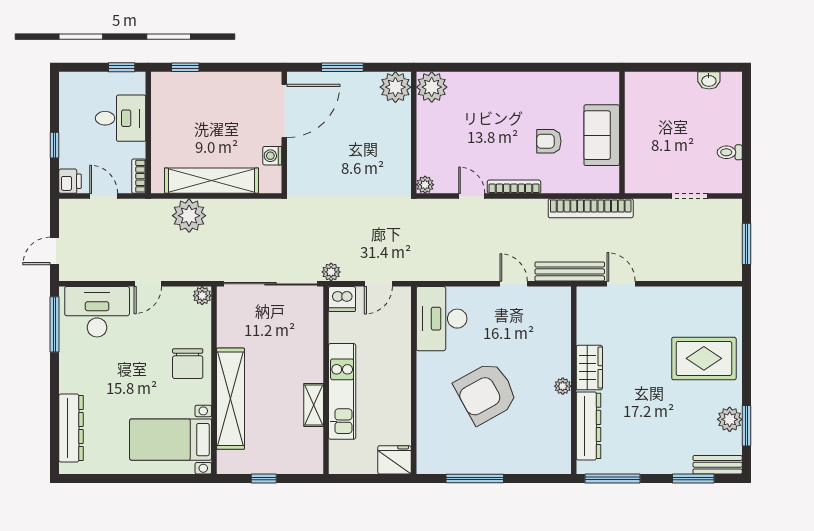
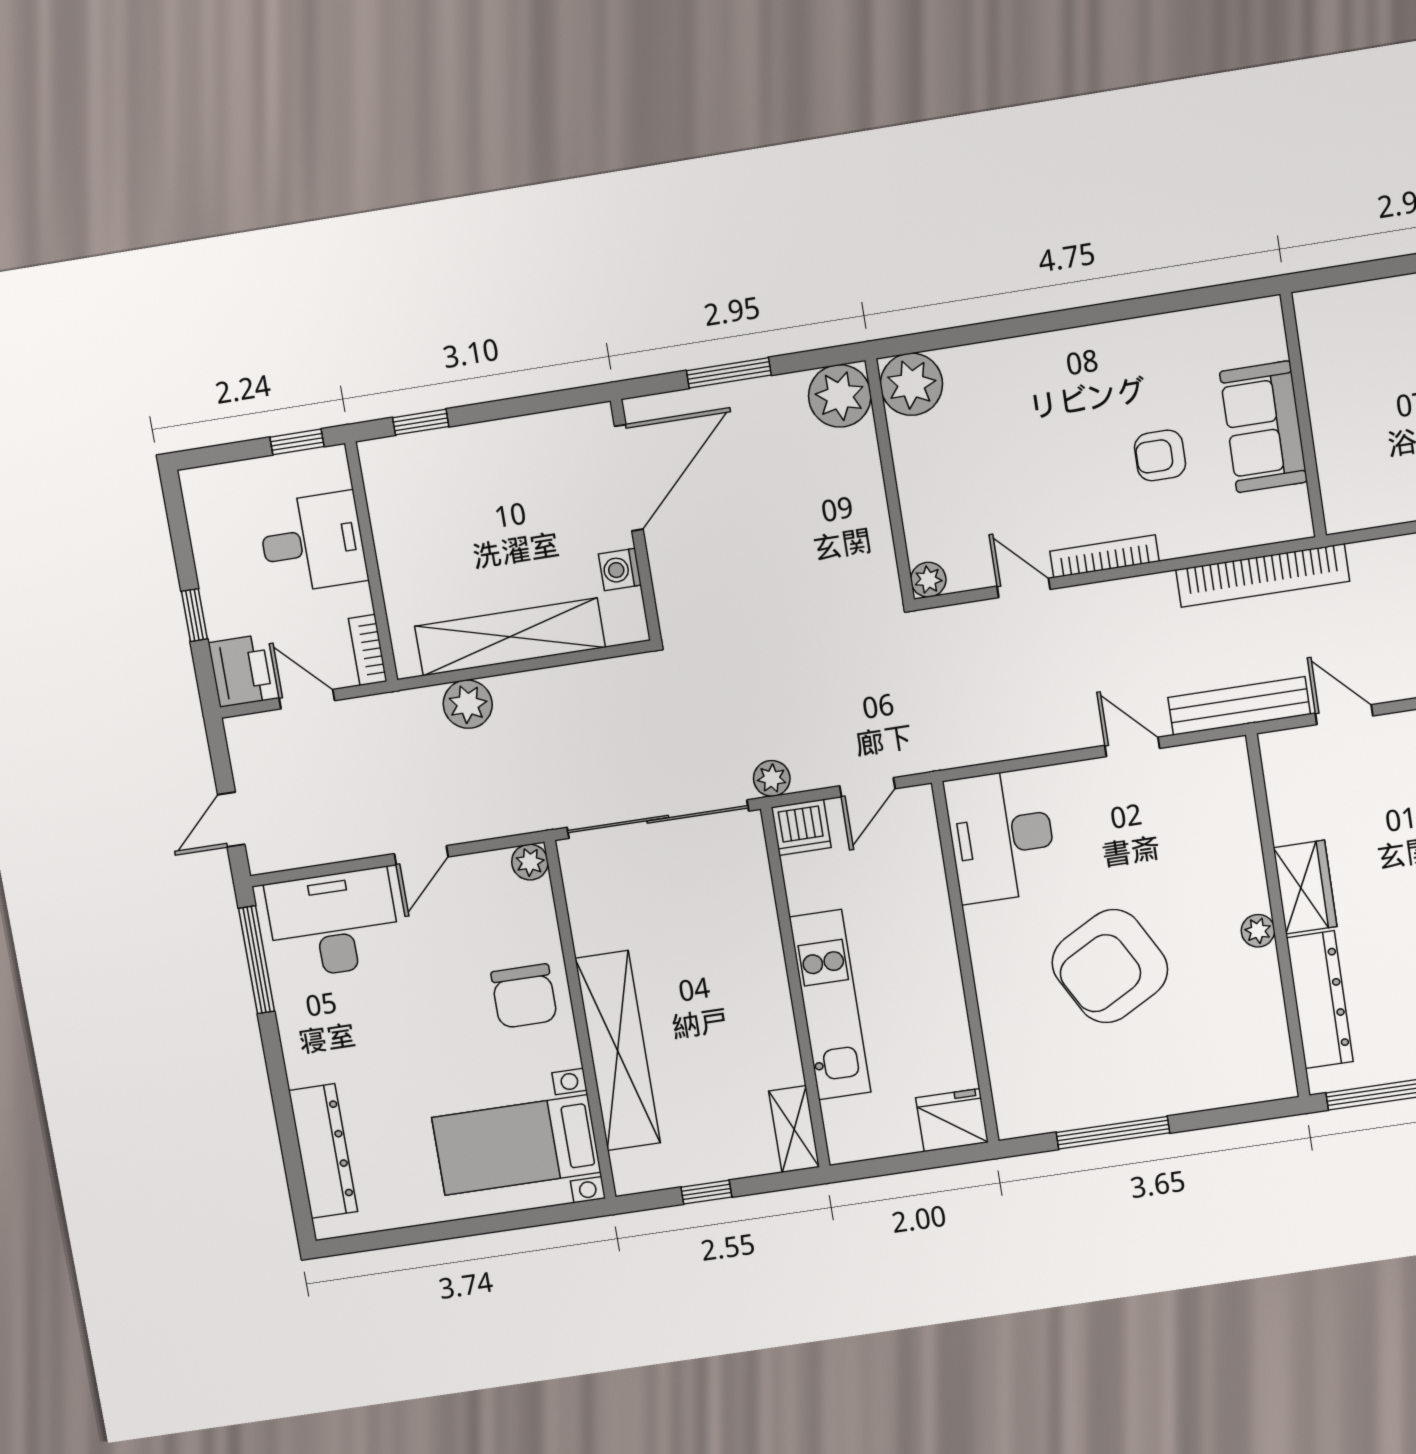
printer: (70, 181) -> (240, 671), width x1.36, depth x1.24
plant: (189, 216) -> (468, 704), width x0.73, depth x0.73
shelving: (314, 405) -> (794, 1129), moved

